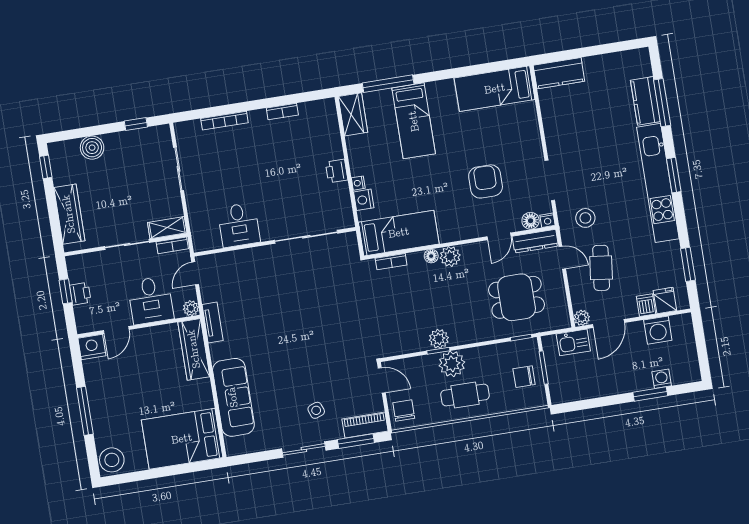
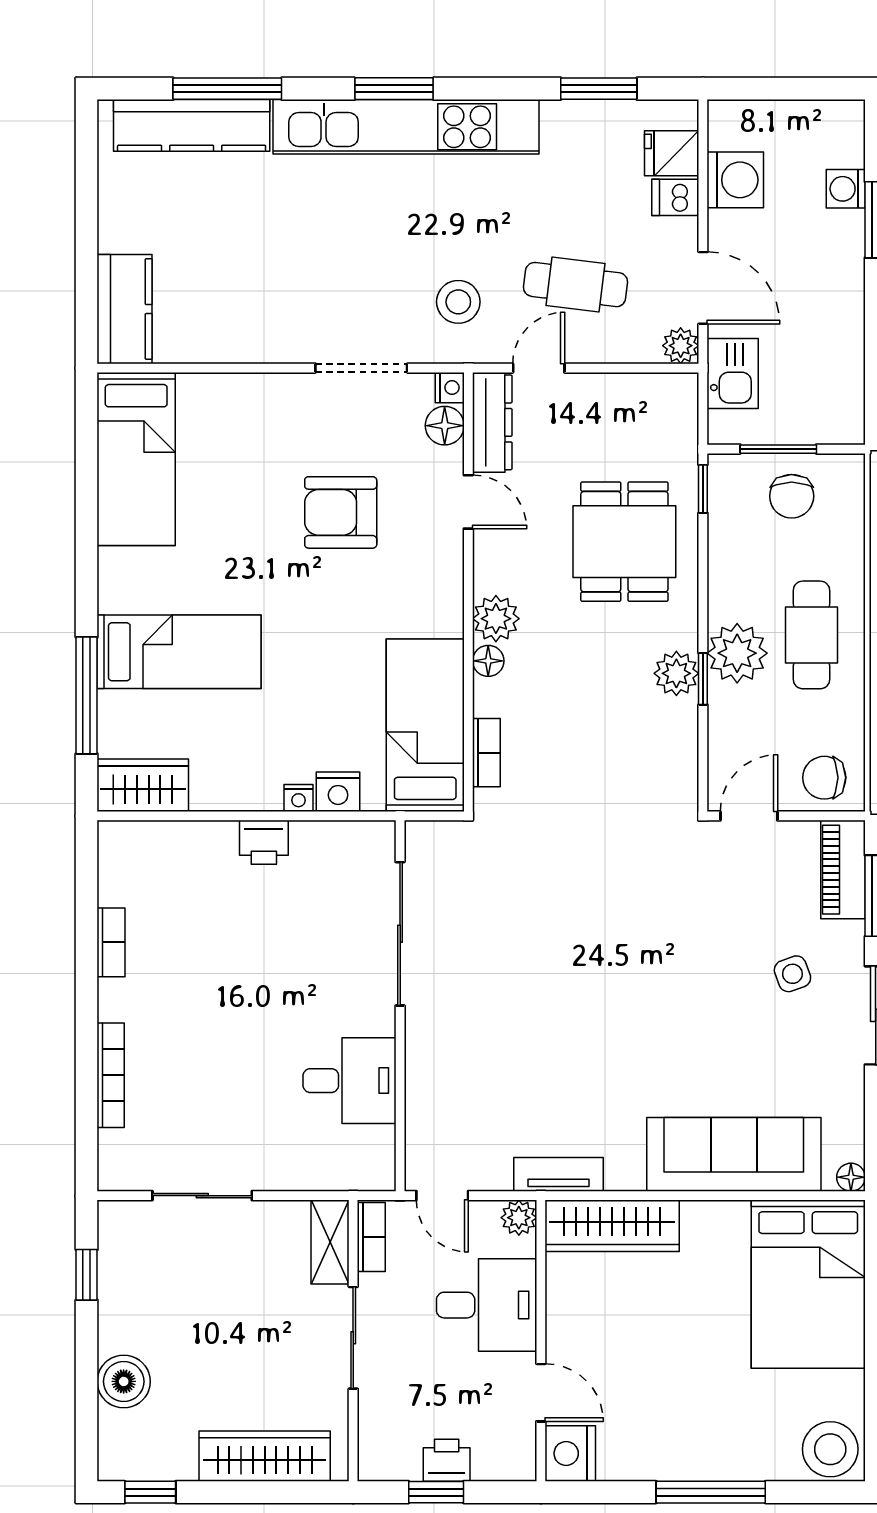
kitchen counter: (645, 101) -> (192, 125), width x1.50
dining table: (517, 297) -> (624, 542), moved
floor lamp: (232, 450) -> (851, 1177), added

